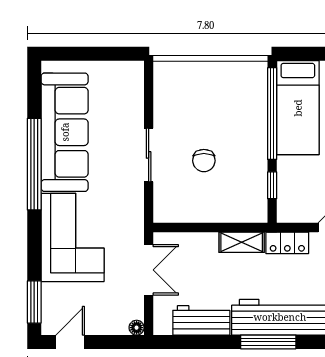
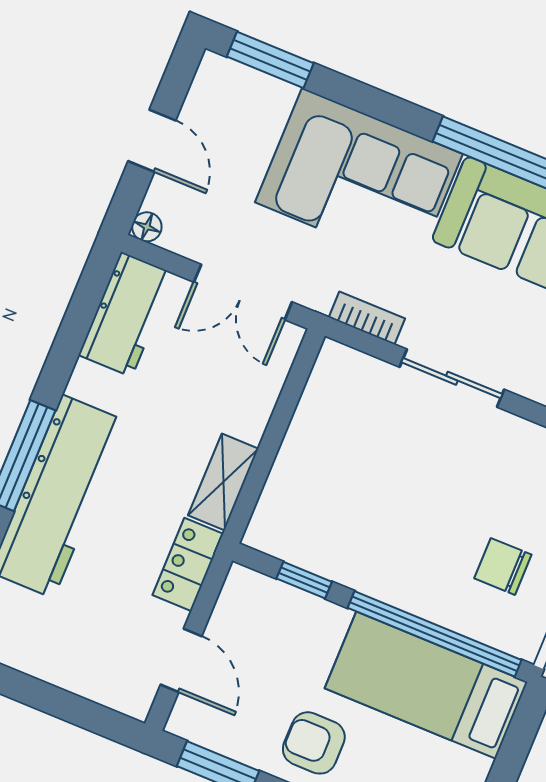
chair: (204, 161) -> (503, 566), moved
bookcase: (137, 207) -> (367, 318), added
workbench: (201, 320) -> (126, 314), moved
door: (70, 342) -> (152, 141), moved

